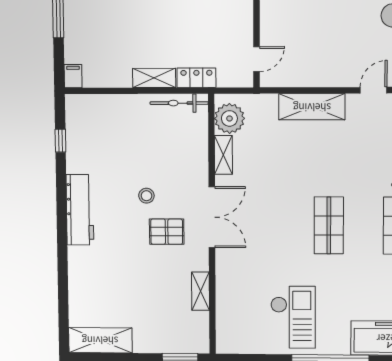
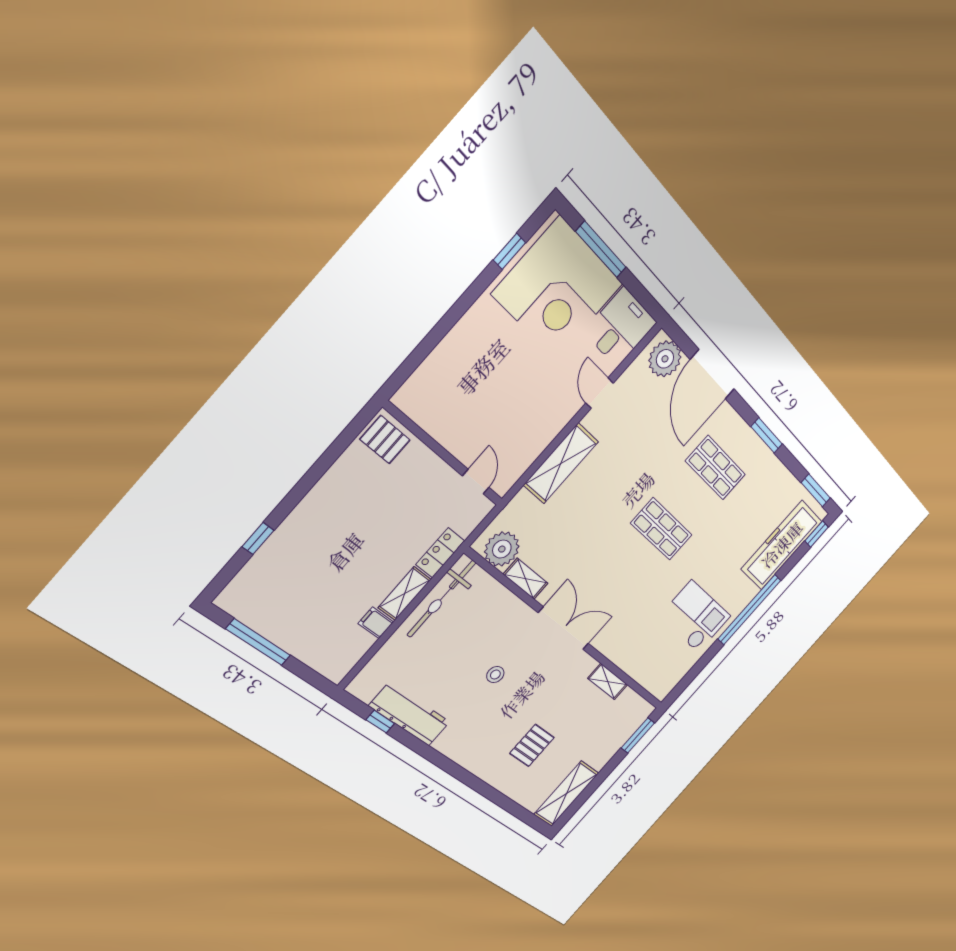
filing cabinet: (73, 76) -> (376, 623), moved
bicycle: (179, 103) -> (441, 599), width x1.37, depth x1.40
workbench: (80, 210) -> (410, 714), moved
pallet: (167, 232) -> (532, 745), moved

